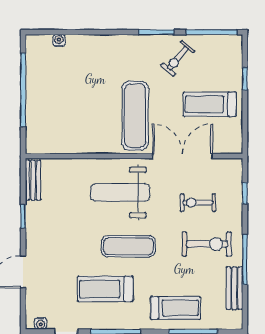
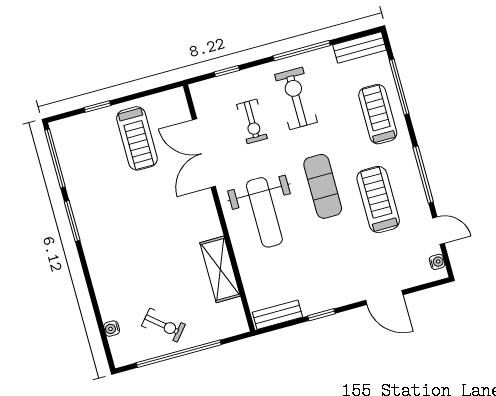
exercise bike: (178, 58) -> (163, 325), moved
exercise mat: (135, 116) -> (173, 219), removed
shelving: (83, 143) -> (220, 269), added
bench: (234, 288) -> (360, 47), moved
treadmill: (105, 289) -> (378, 200), turned 180

